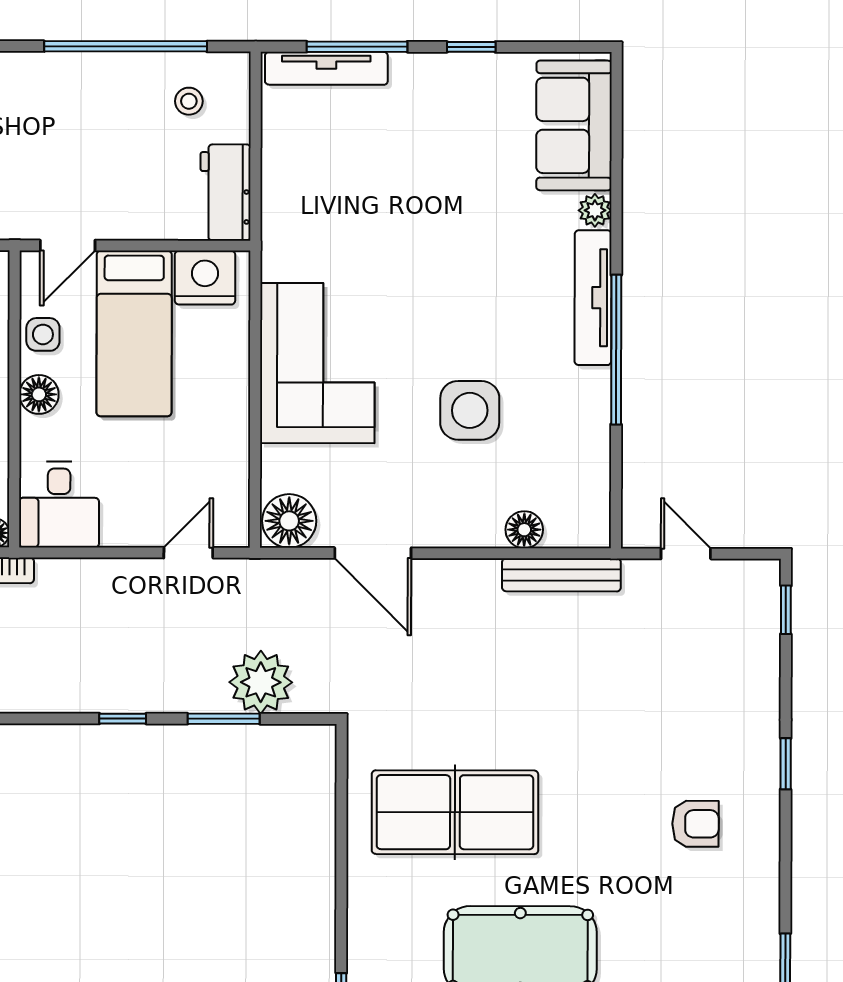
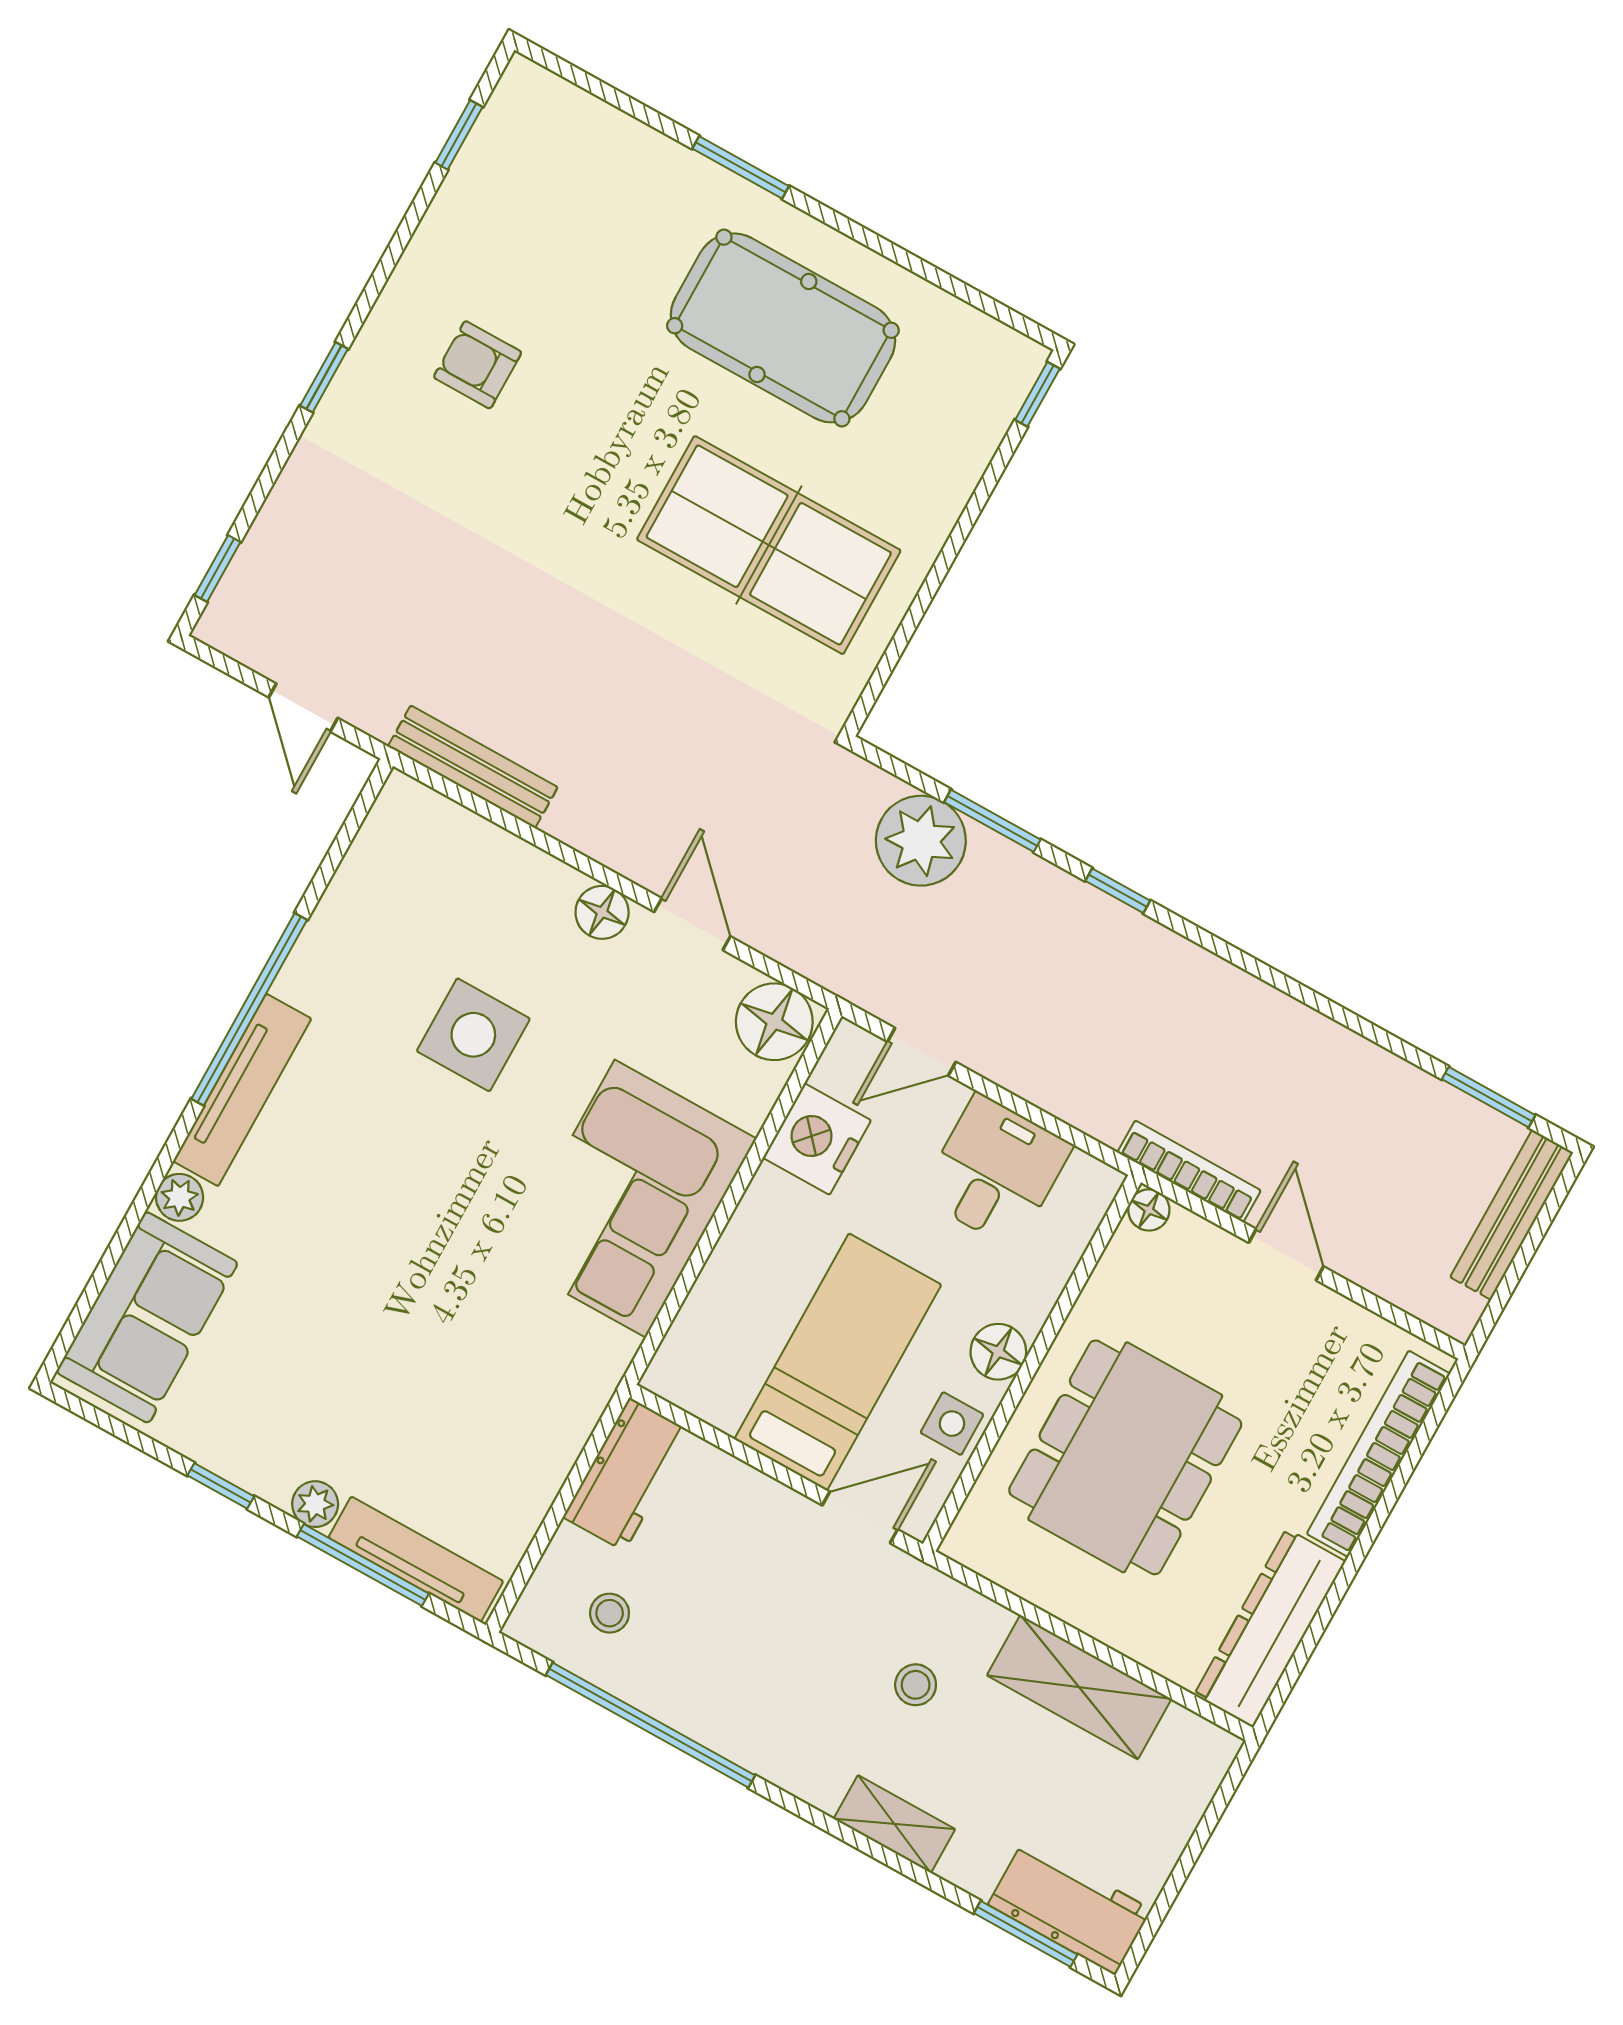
plant: (407, 68) -> (315, 1504), added
nightstand: (205, 278) -> (817, 1139), moved, turned 90
desk: (59, 505) -> (996, 1171), moved
floor lamp: (524, 530) -> (602, 912), moved
door: (373, 553) -> (692, 924), width x0.73

